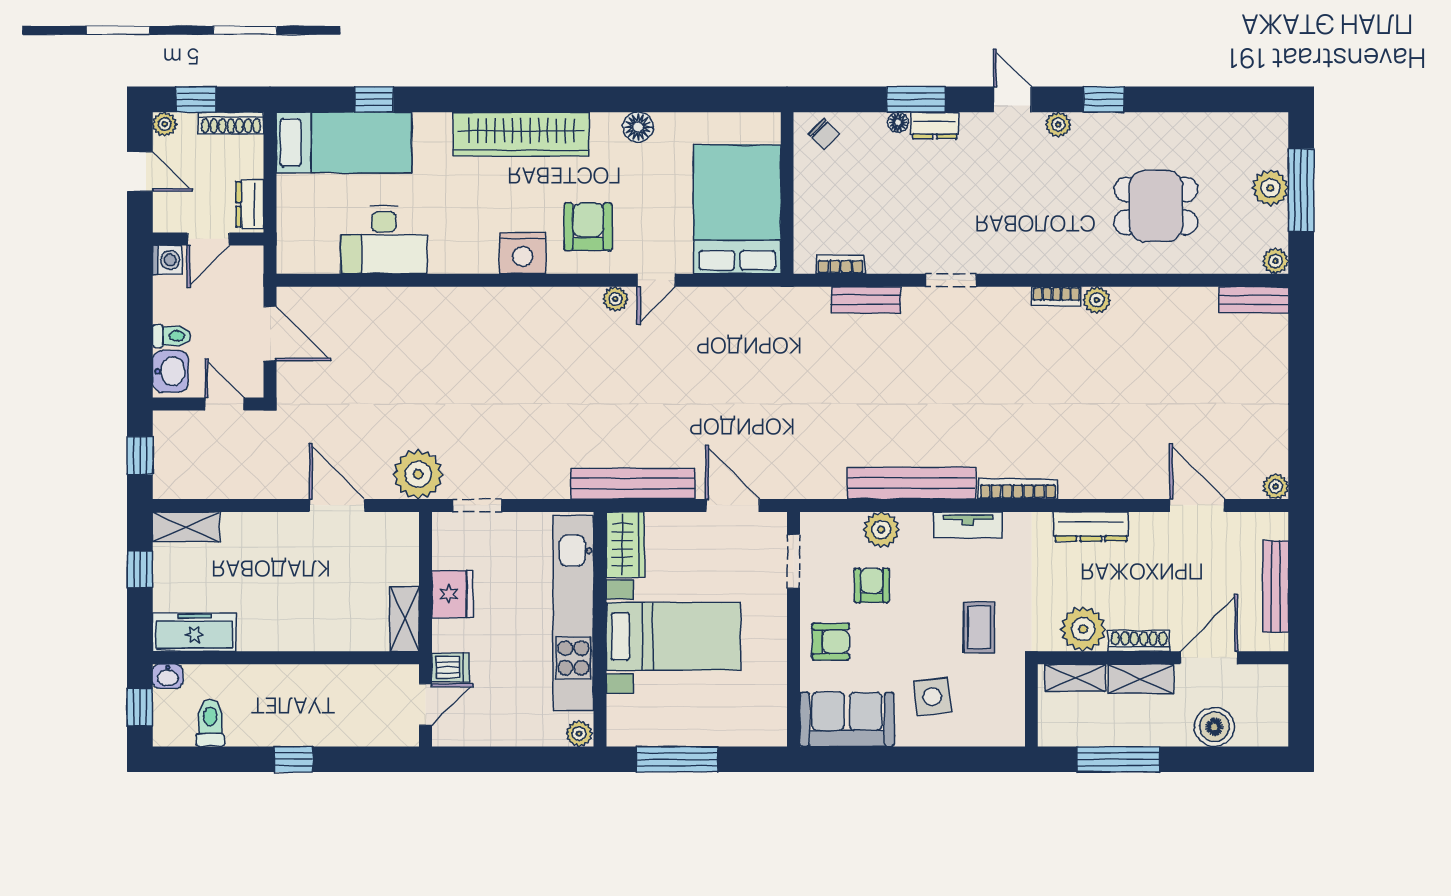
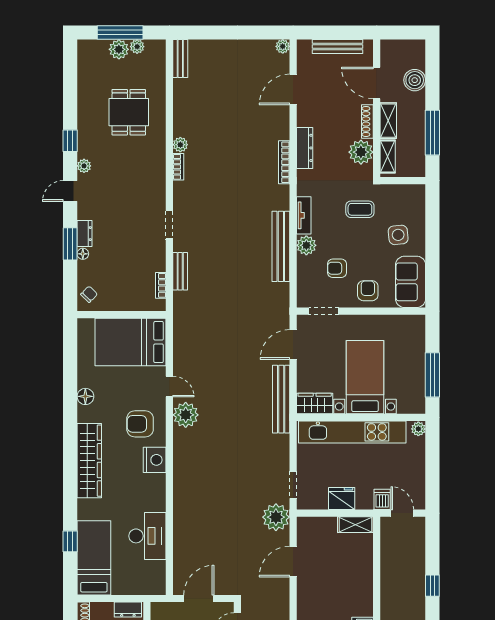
plant: (1276, 261) -> (137, 47), moved
plant: (615, 299) -> (186, 415), width x1.88, depth x1.88
bookcase: (1018, 489) -> (284, 162), moved
plant: (881, 530) -> (306, 245), moved

